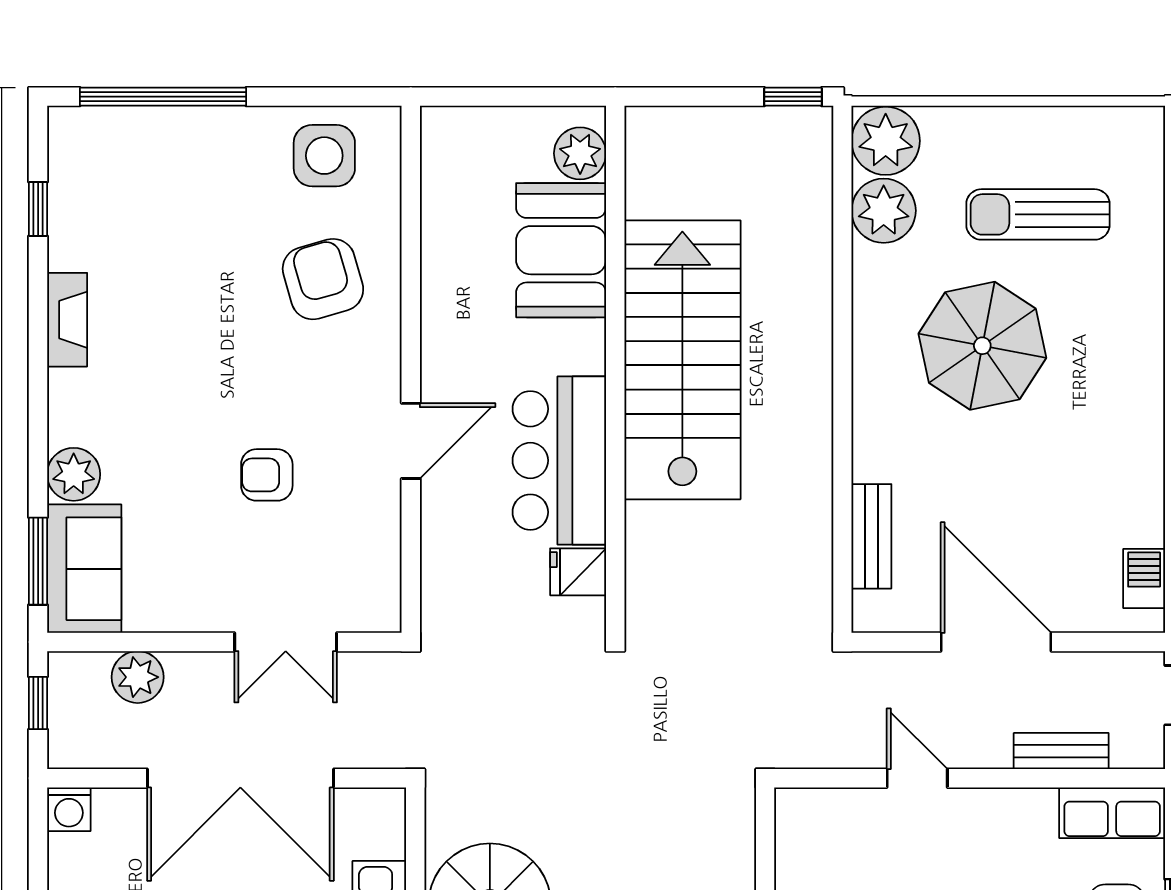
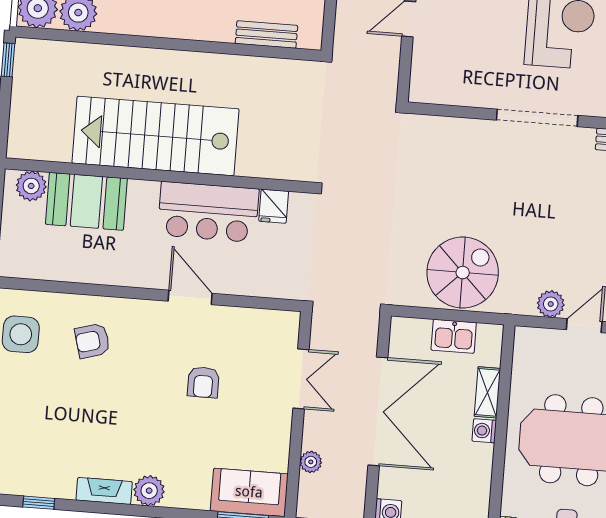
armchair: (323, 279) -> (92, 341), width x0.72, depth x0.72
plant: (74, 474) -> (149, 491), moved
plant: (138, 677) -> (311, 462), width x0.73, depth x0.73

